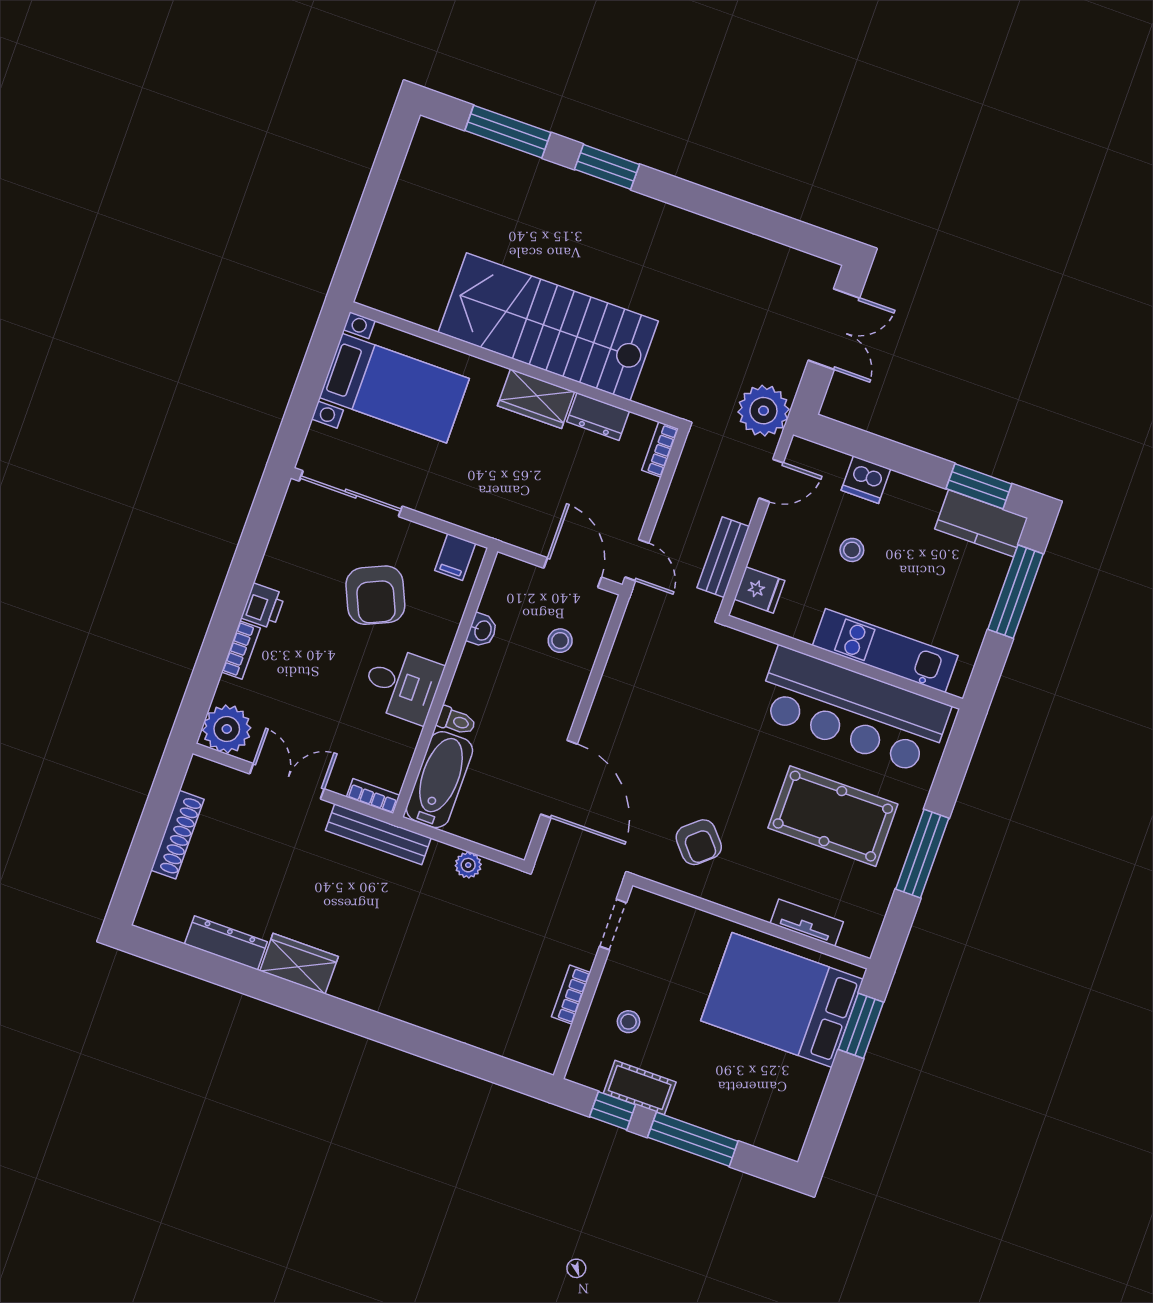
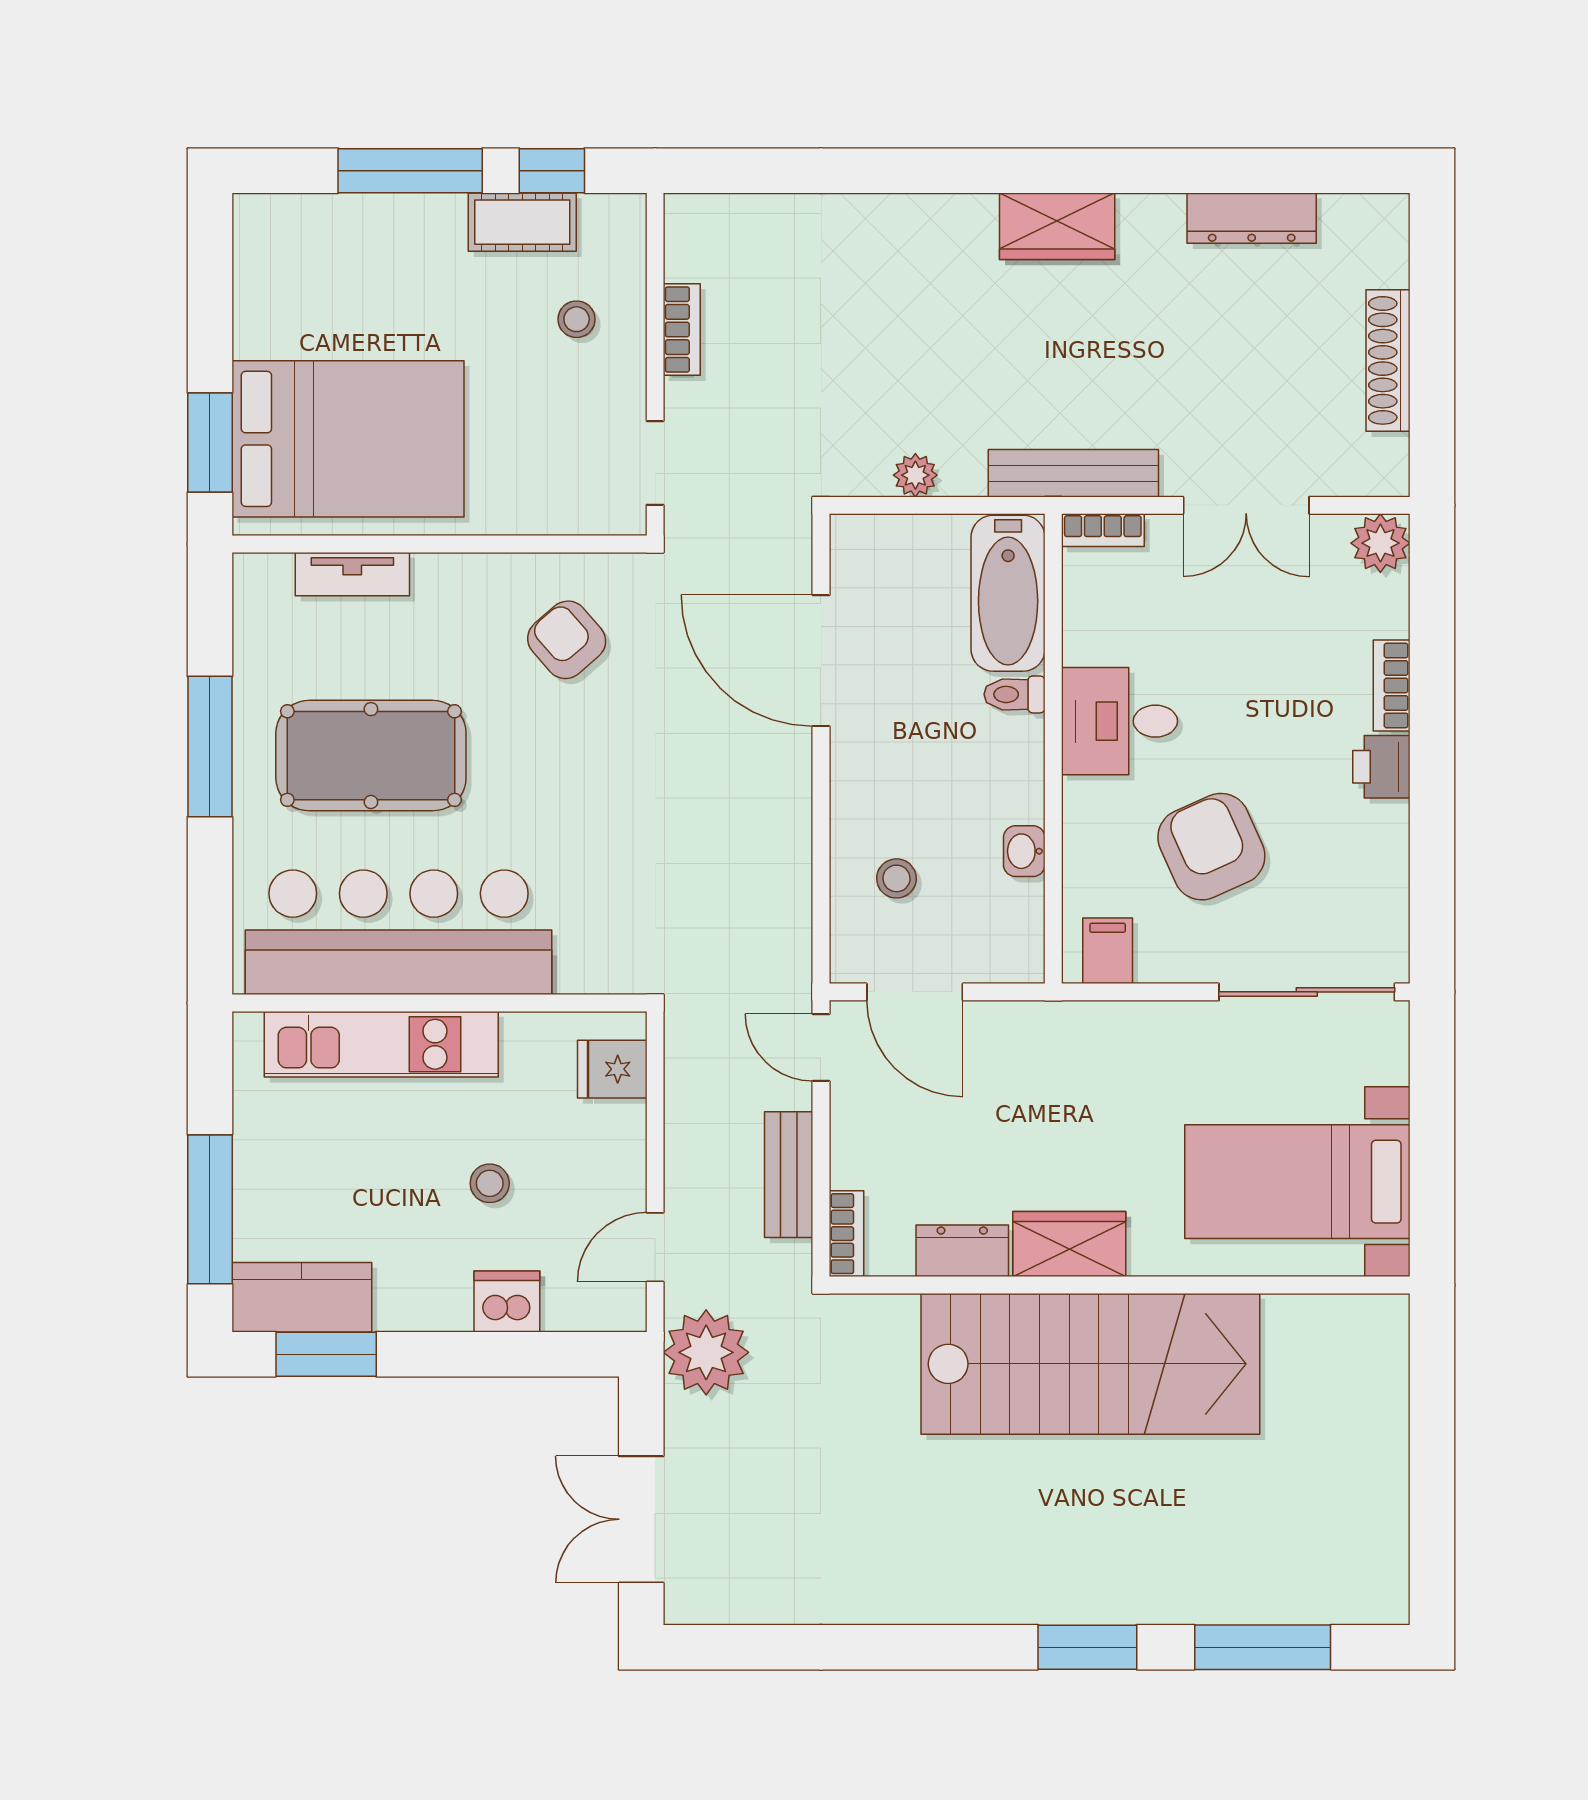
bench: (723, 557) -> (789, 1175), moved
plant: (227, 729) -> (1380, 543), width x0.73, depth x0.73
wardrobe: (299, 964) -> (1057, 226), moved

